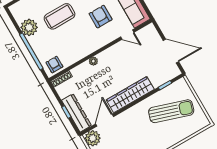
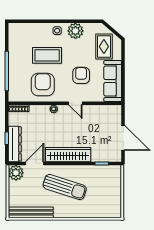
plant: (29, 27) -> (16, 50), removed
door: (127, 35) -> (75, 103), moved
armchair: (54, 65) -> (43, 84), moved, width x1.88, depth x1.88
sun lounger: (171, 111) -> (65, 187), moved

